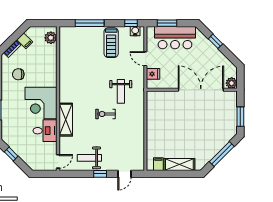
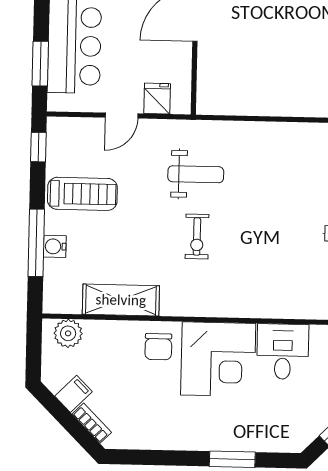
water cooler: (135, 31) -> (55, 246), moved
chair: (18, 74) -> (158, 347), moved
exercise bike: (106, 114) -> (197, 236), moved
shelving: (66, 120) -> (121, 300), moved

